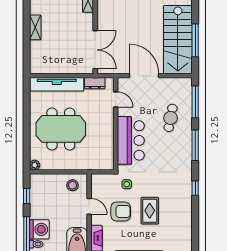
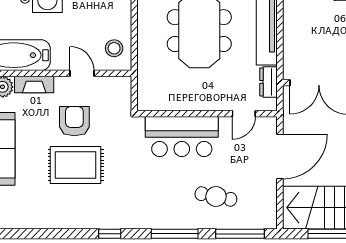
side table: (127, 184) -> (116, 130), removed
door: (89, 206) -> (82, 73), swing flipped
armchair: (121, 211) -> (74, 121), turned 180
rug: (150, 211) -> (76, 165), width x1.36, depth x1.43

